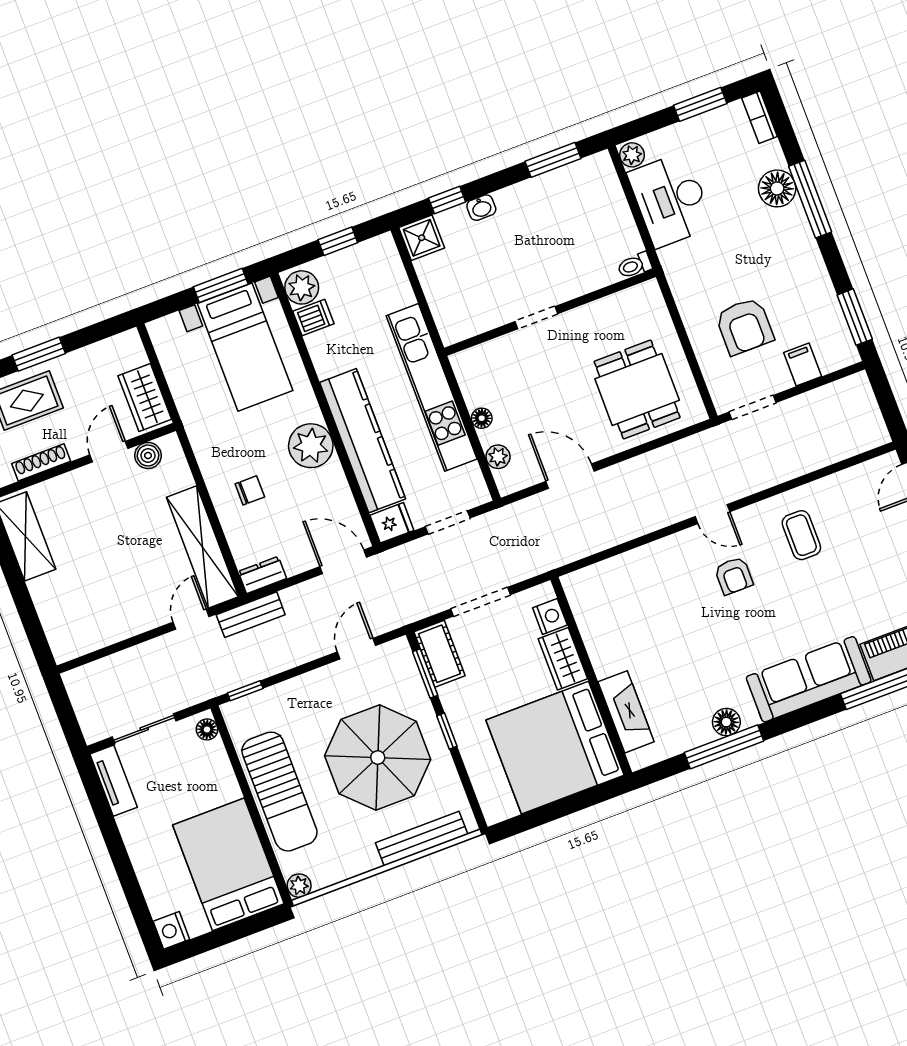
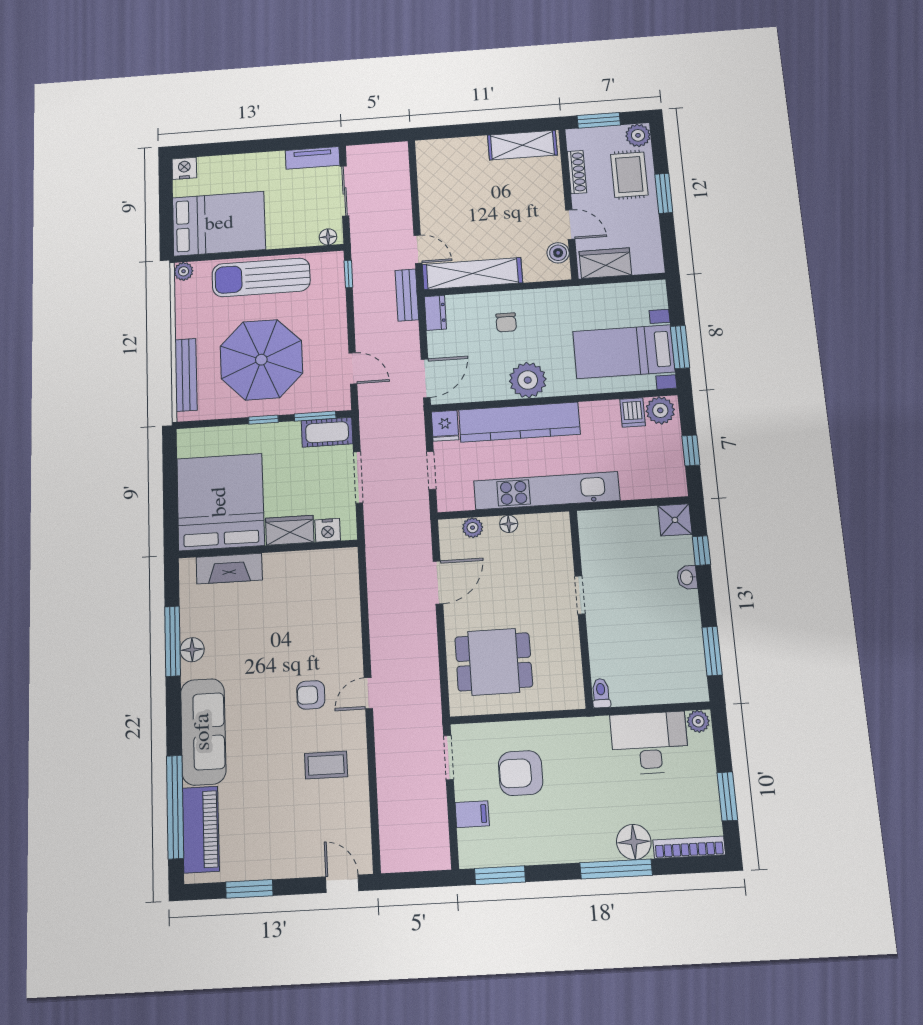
bookcase: (760, 117) -> (689, 847), width x1.56

